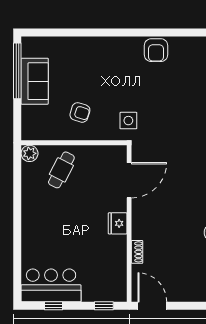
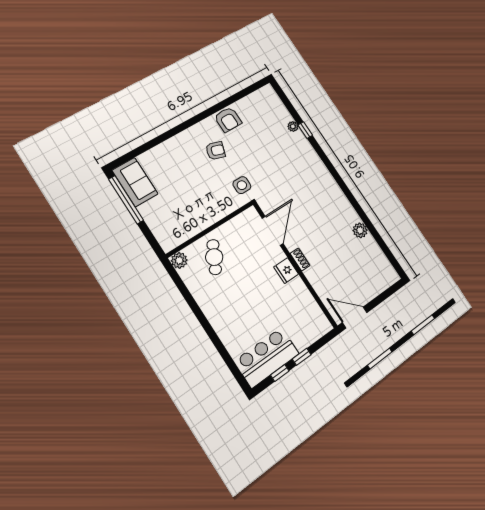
sofa: (35, 81) -> (135, 182), moved
armchair: (80, 112) -> (215, 151), moved
shoe rack: (137, 252) -> (300, 259), moved
window: (104, 306) -> (302, 357), moved

